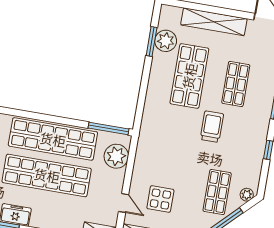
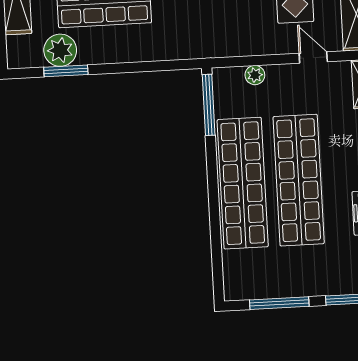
plant: (116, 156) -> (255, 75), width x0.53, depth x0.53
door: (124, 203) -> (313, 57), hinge flipped

